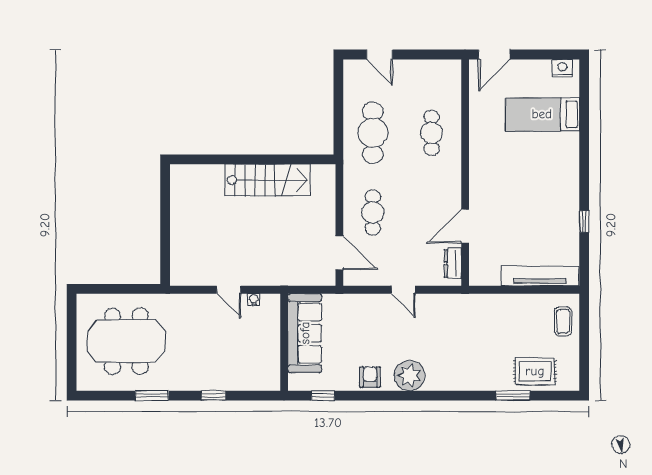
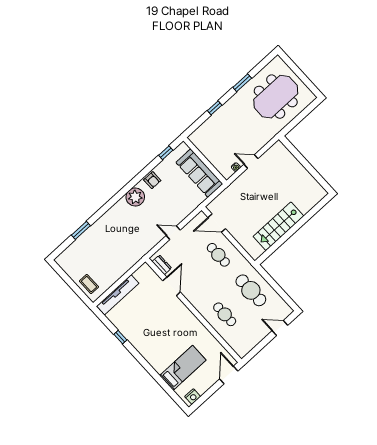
rug: (535, 371) -> (81, 250), removed

